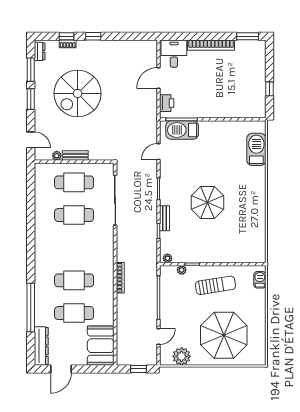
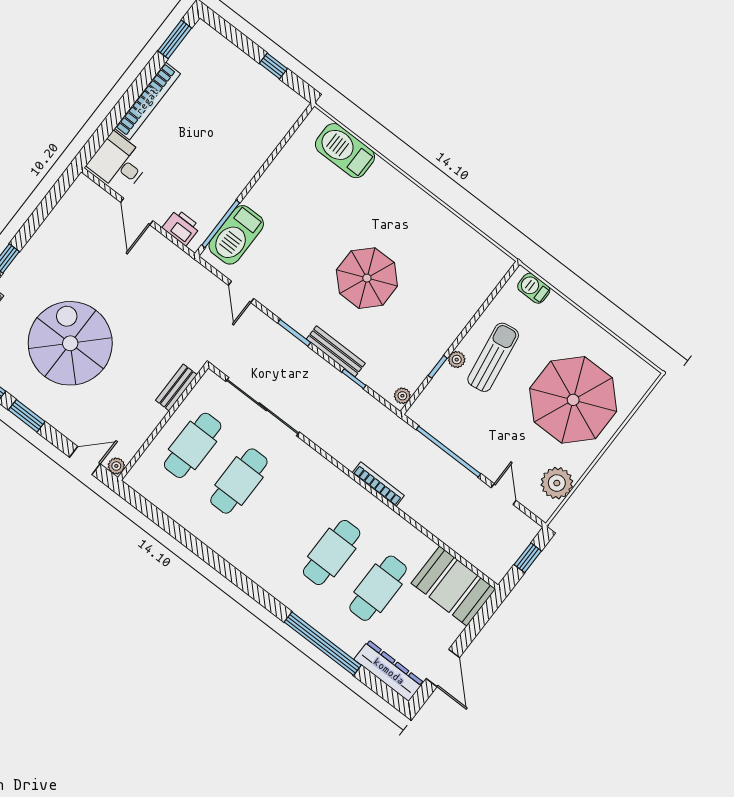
spiral stairs: (78, 93) -> (70, 343), turned 180
bench: (75, 155) -> (176, 387), moved
plant: (57, 156) -> (116, 466), moved
bench: (164, 218) -> (336, 351), width x1.36
plant: (182, 270) -> (457, 360), moved

